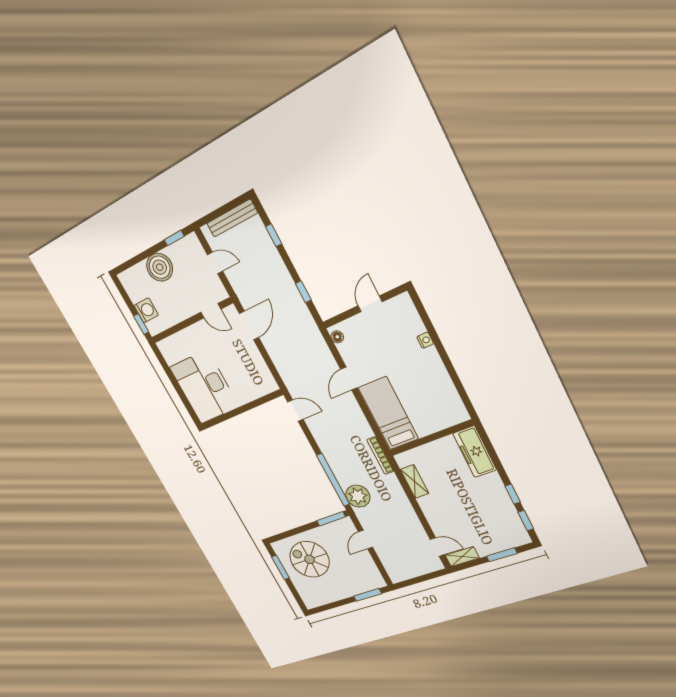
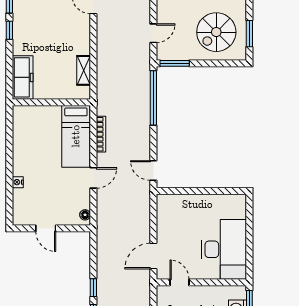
window: (303, 292) -> (93, 288), moved
door: (370, 304) -> (46, 228), hinge flipped
desk: (204, 387) -> (224, 249), moved
bookcase: (380, 455) -> (101, 134), moved
plant: (358, 496) -> (139, 75), removed
spiral stairs: (309, 559) -> (216, 32), turned 90

